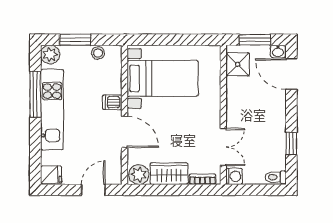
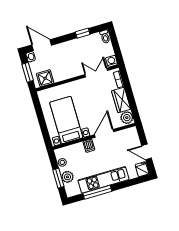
plant: (50, 55) -> (67, 177), moved
door: (291, 74) -> (42, 45), swing flipped
door: (93, 190) -> (147, 152), moved

